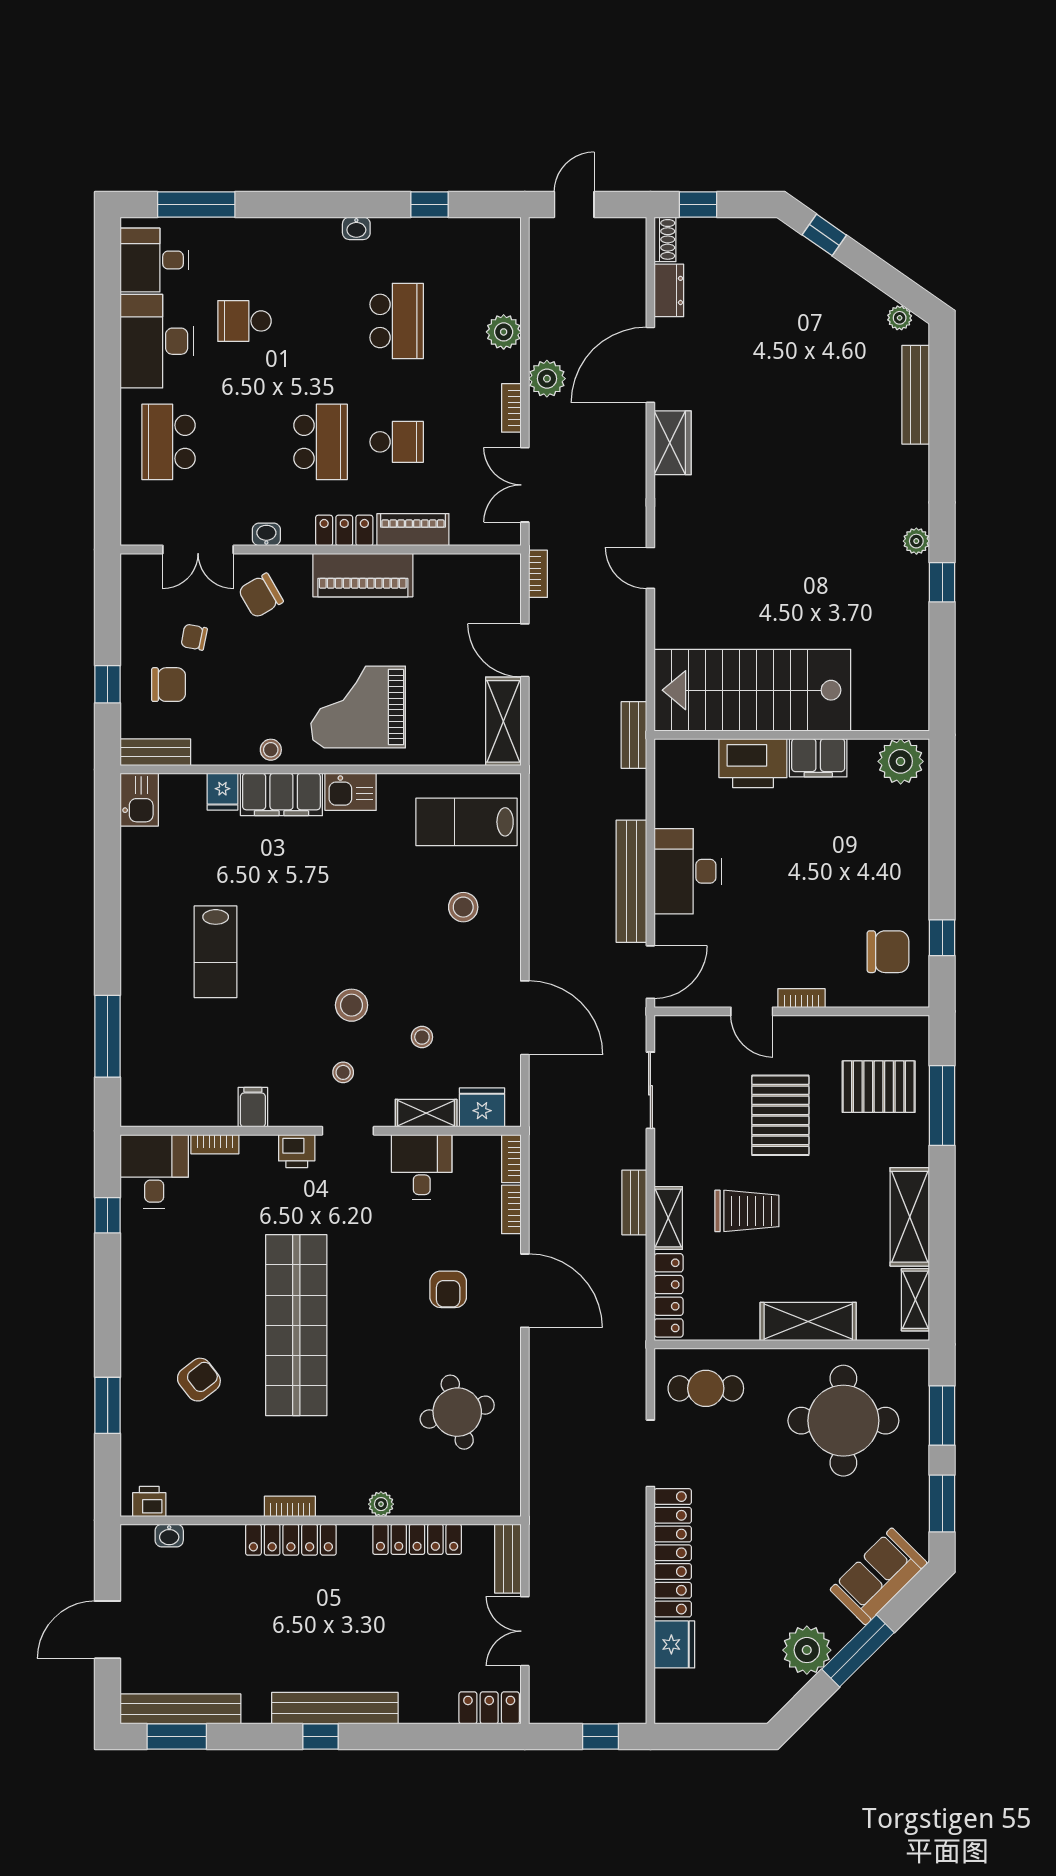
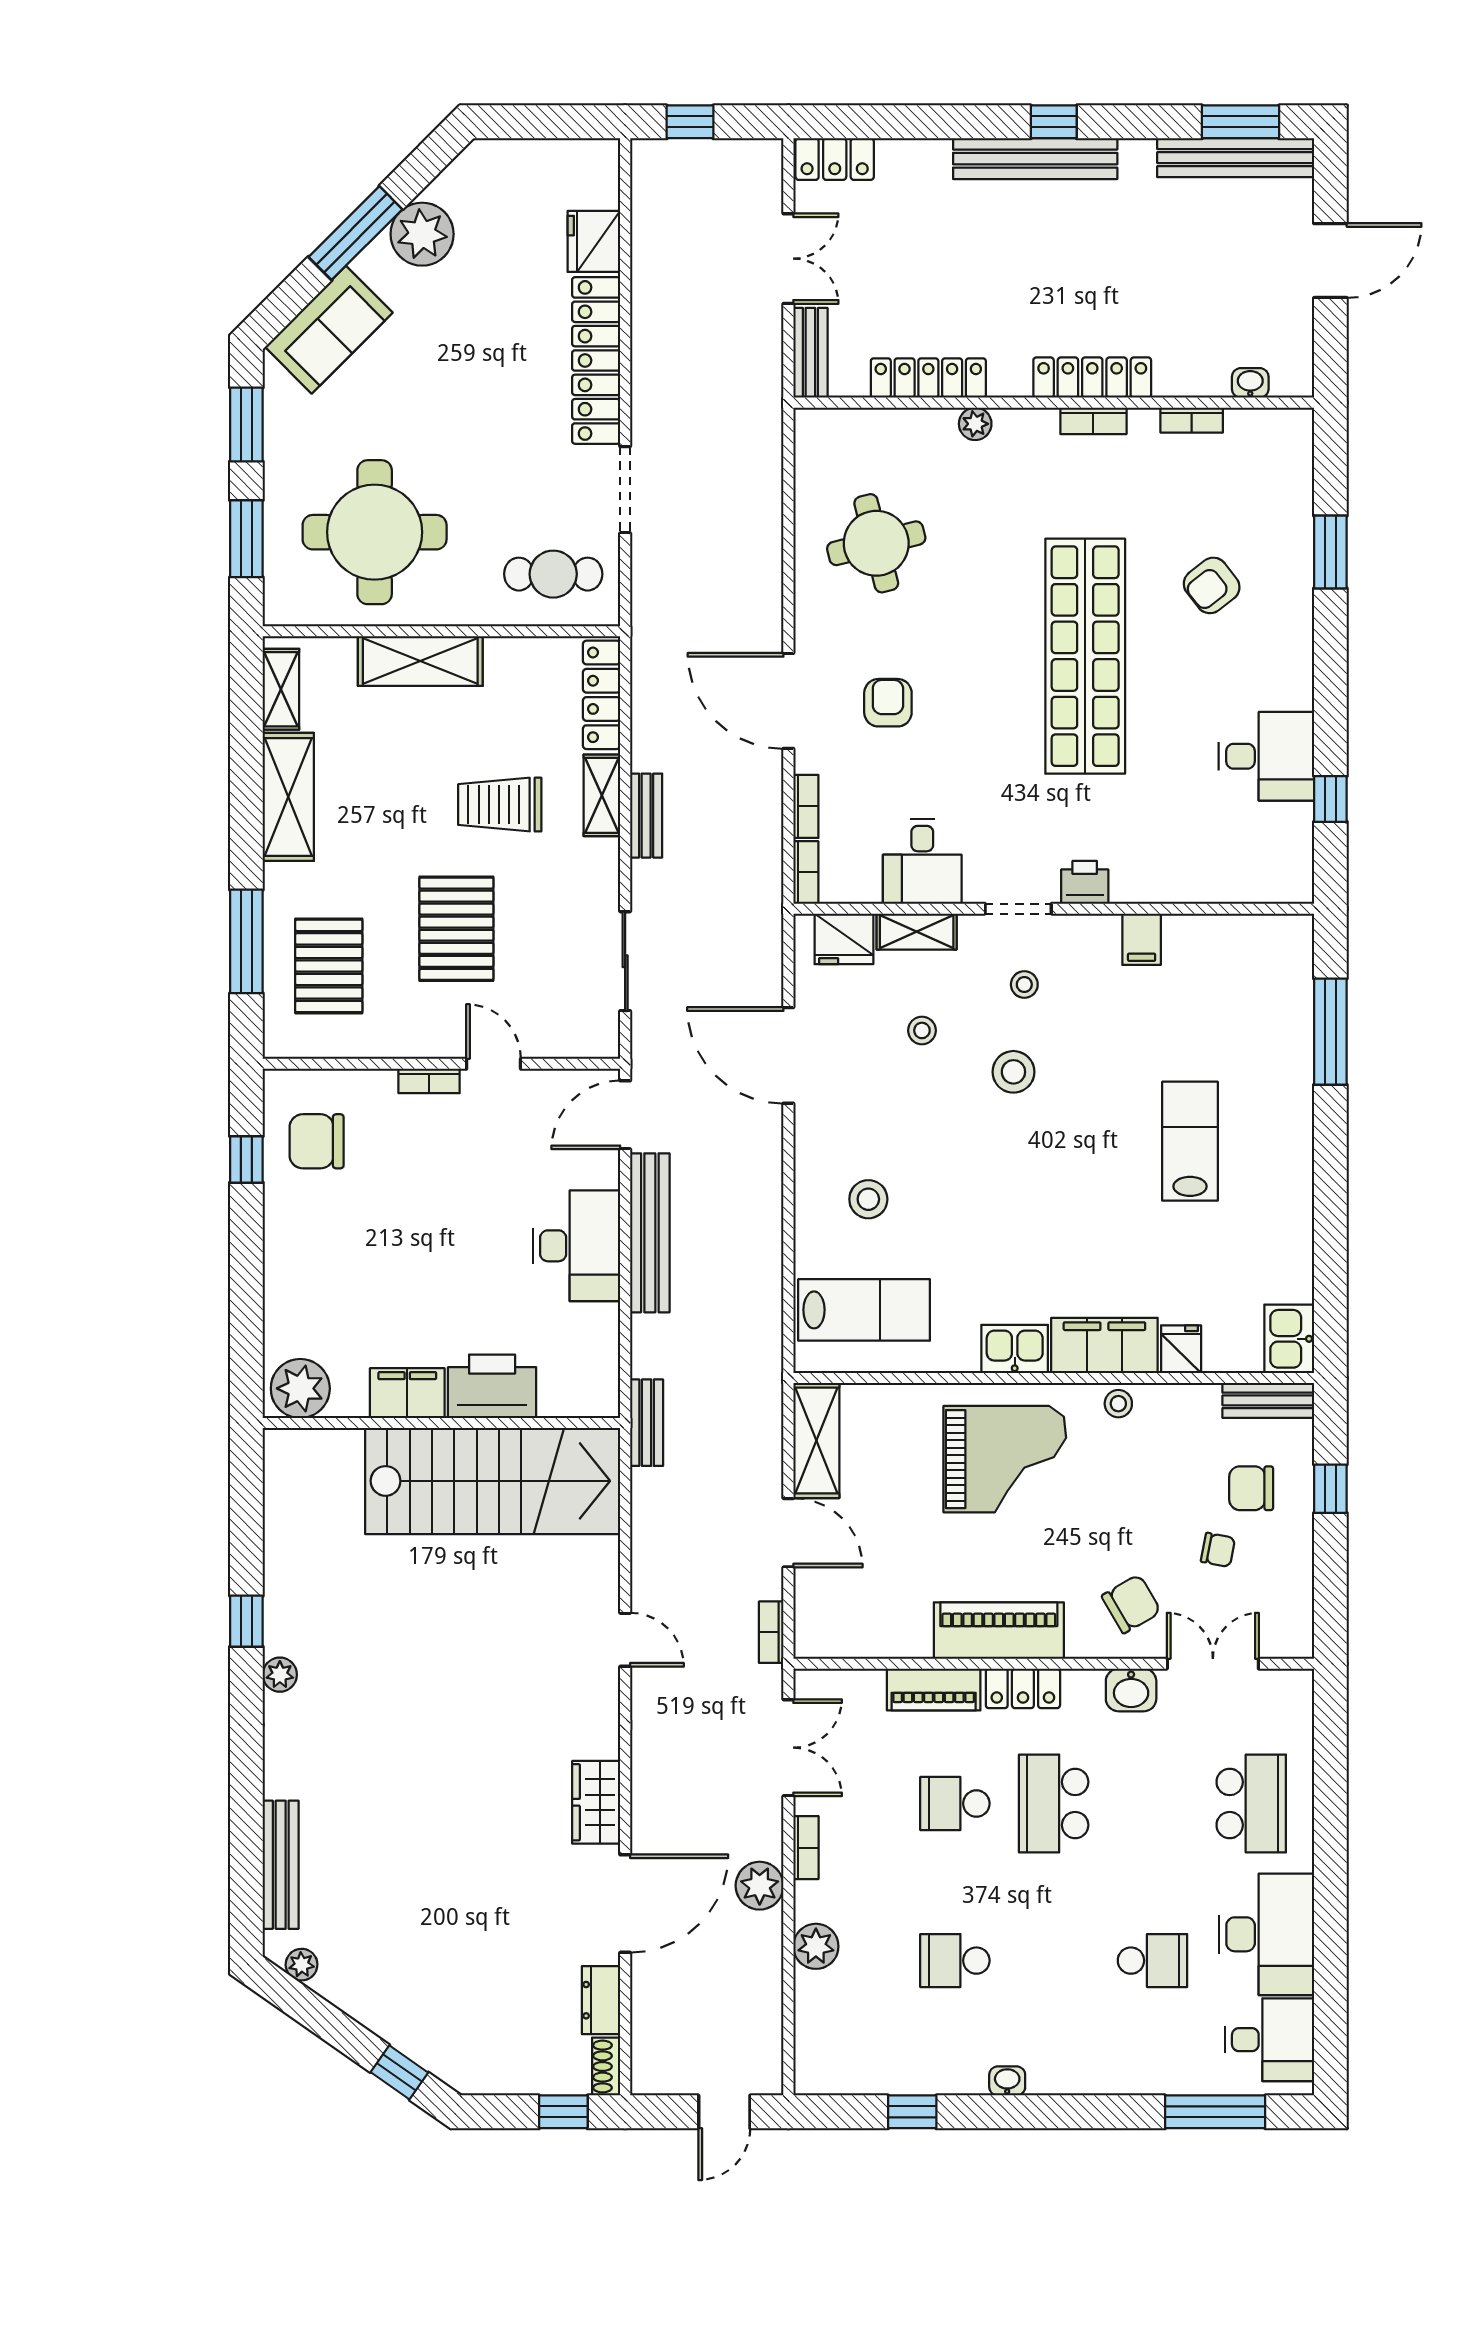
school desk: (397, 321) -> (955, 1961), width x0.54
washbasin: (266, 534) -> (1131, 1690), width x1.38, depth x1.45
pallet: (879, 1087) -> (329, 966), turned 90
bookcase: (215, 1144) -> (1192, 420), moved, turned 180
desk: (154, 1171) -> (1266, 756), moved, turned -90
printer: (149, 1502) -> (1276, 427), removed

